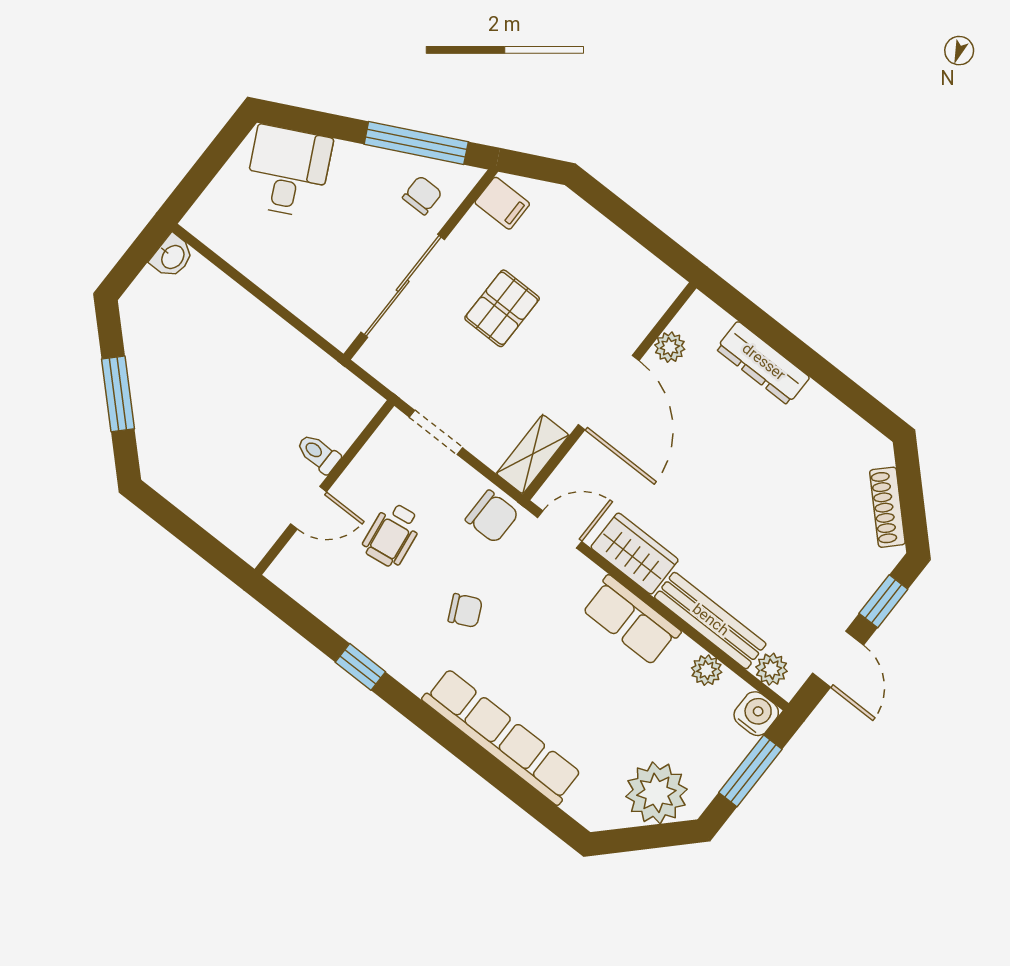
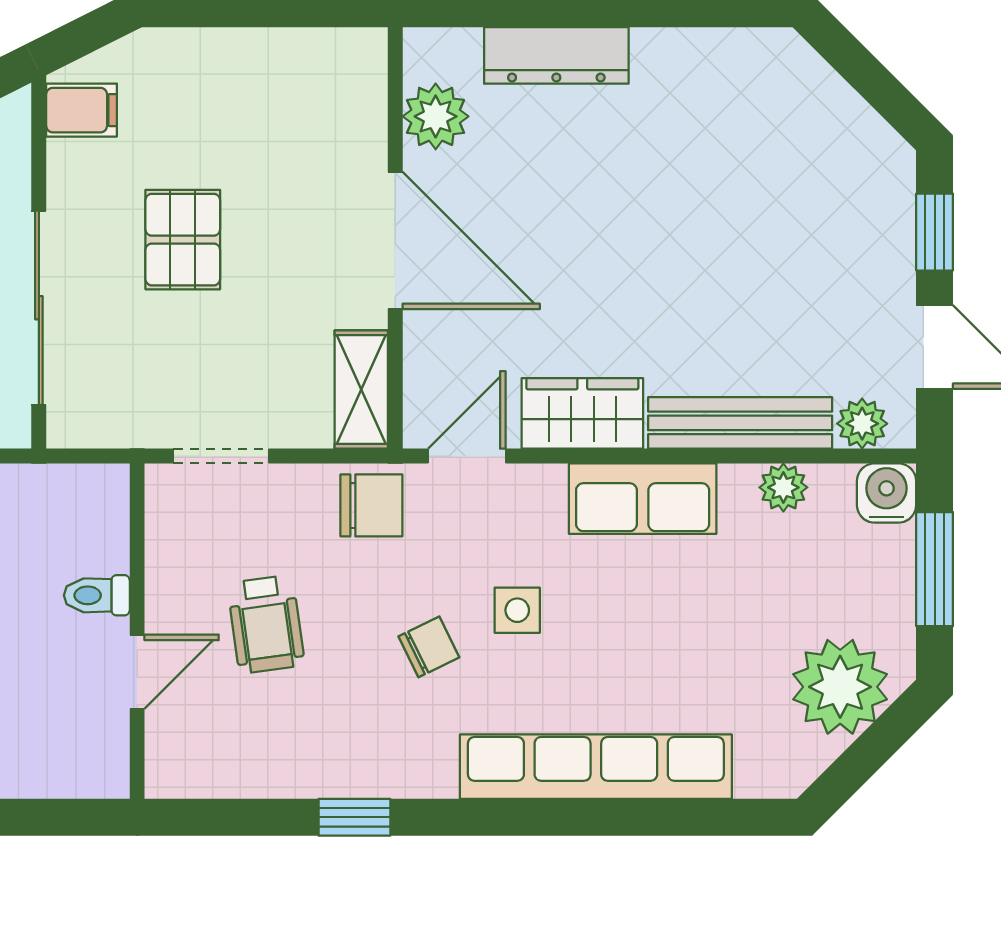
plant: (670, 347) -> (436, 116), width x1.38, depth x1.38
shoe rack: (887, 507) -> (849, 113), removed
side table: (524, 627) -> (517, 610), added

